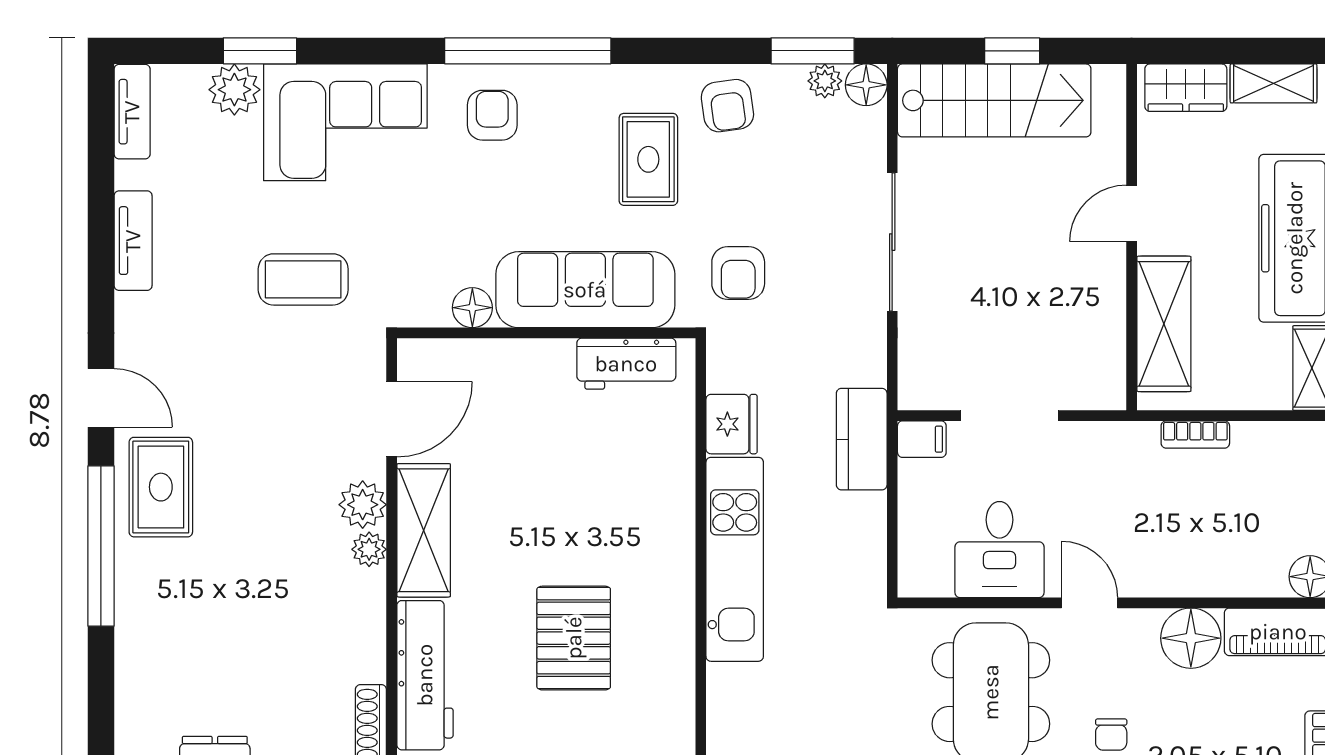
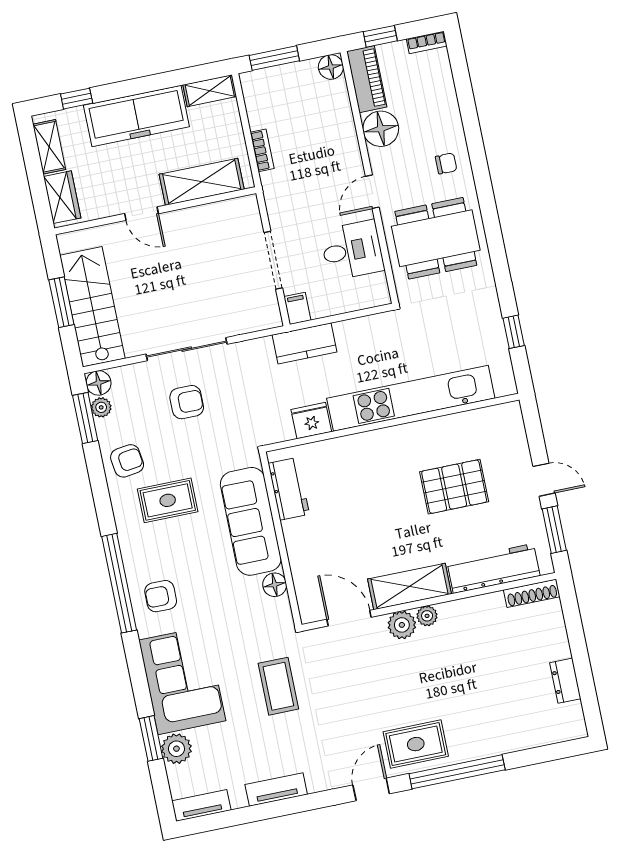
window: (1012, 51) -> (61, 302), width x1.50
armchair: (738, 273) -> (187, 402), moved
kitchen unit: (735, 559) -> (411, 398), width x1.36

